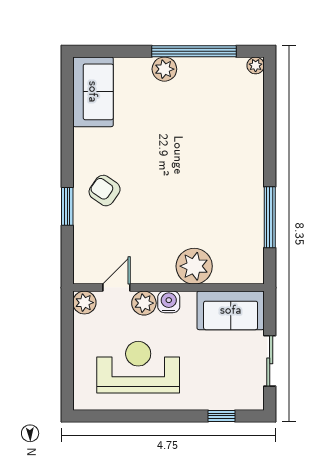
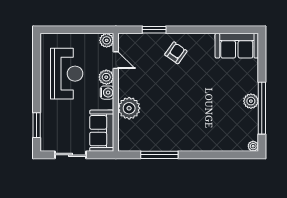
plant: (164, 69) -> (251, 101), moved
window: (67, 206) -> (154, 30), moved
window: (222, 416) -> (37, 125), width x1.50

